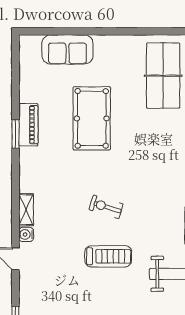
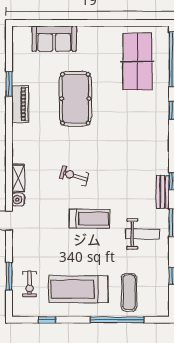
window: (16, 134) -> (9, 84), moved
exercise bike: (106, 207) -> (74, 176), moved

